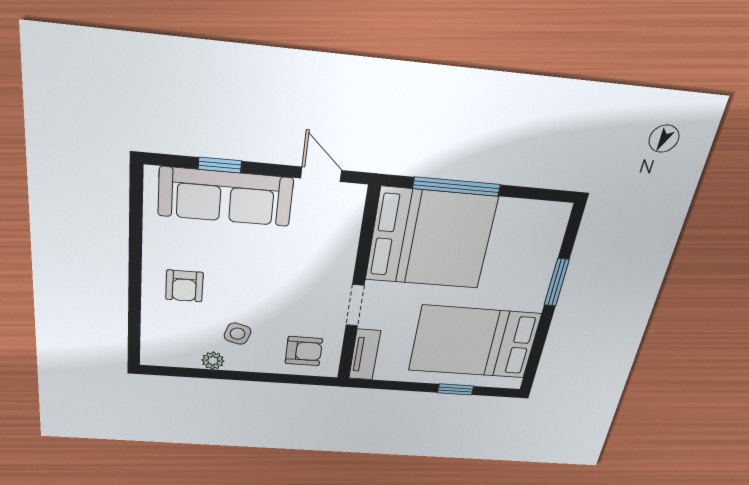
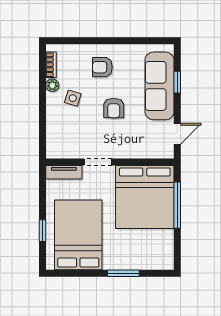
armchair: (304, 351) -> (114, 108), moved
bookcase: (176, 360) -> (51, 65), added

